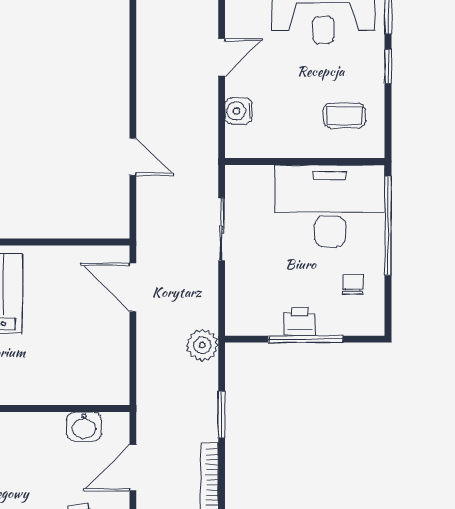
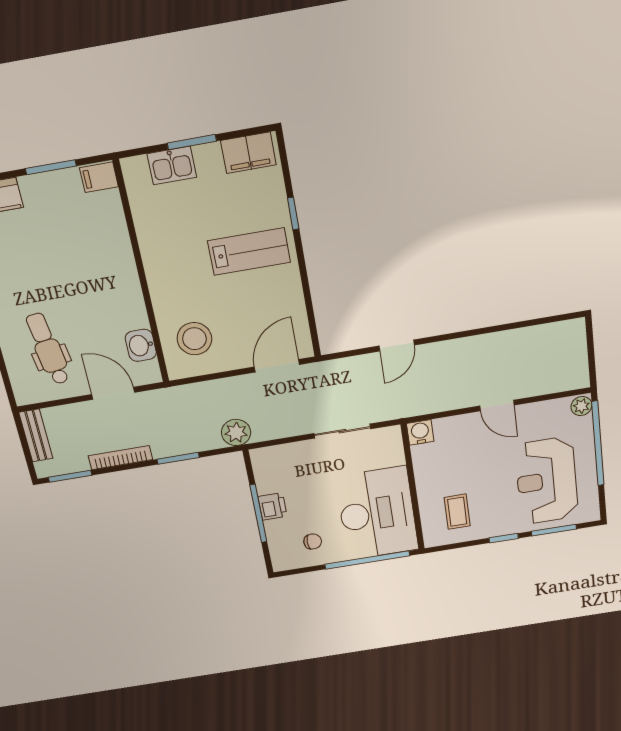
water cooler: (239, 111) -> (420, 432), moved
stool: (87, 369) -> (194, 339), added

